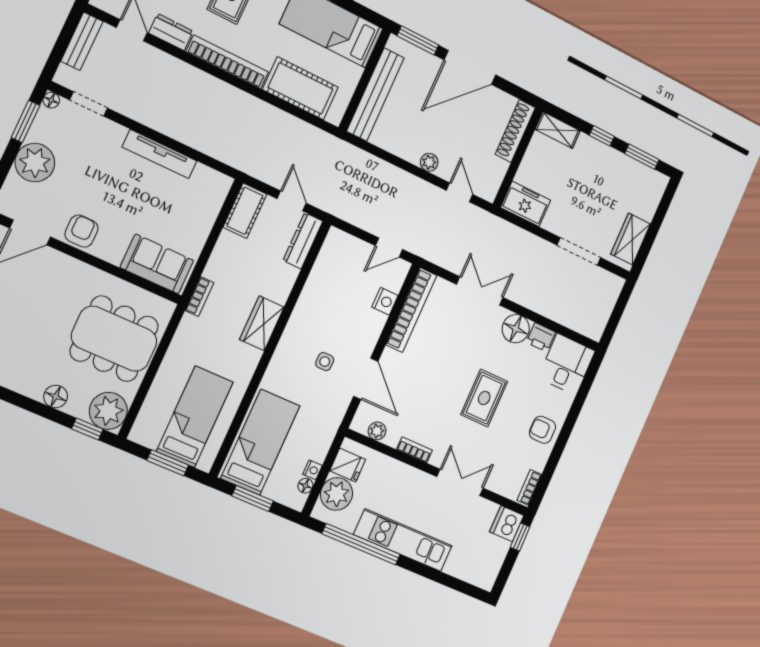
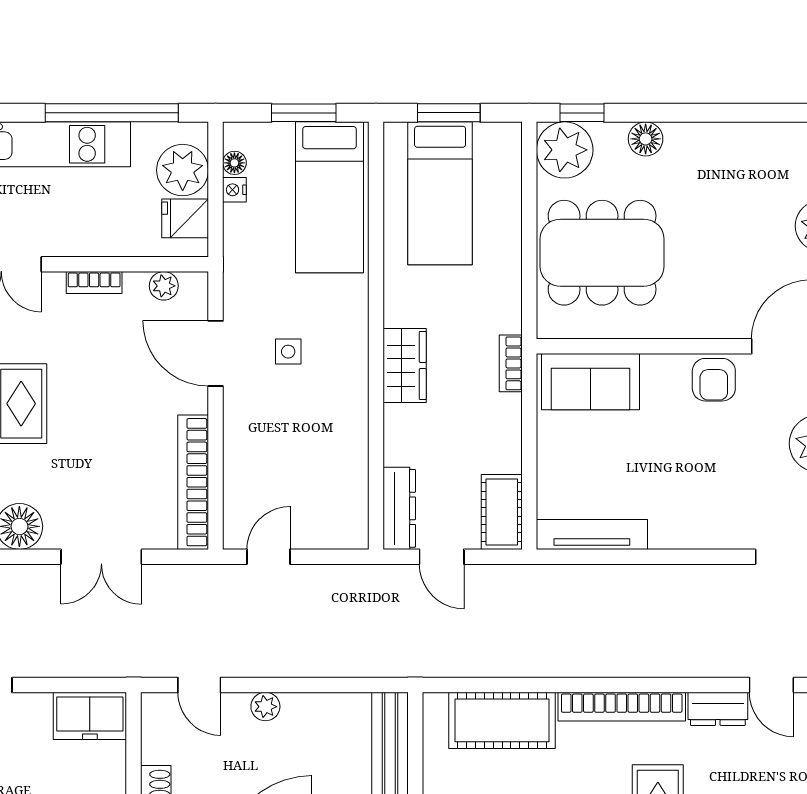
tv unit: (160, 154) -> (592, 534), moved
nightstand: (385, 301) -> (239, 477), removed

